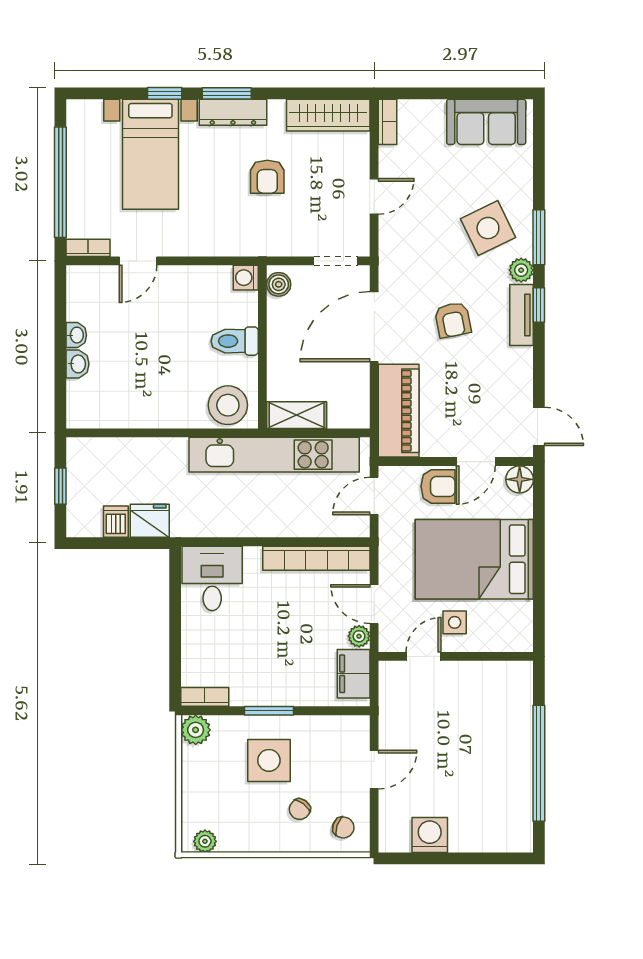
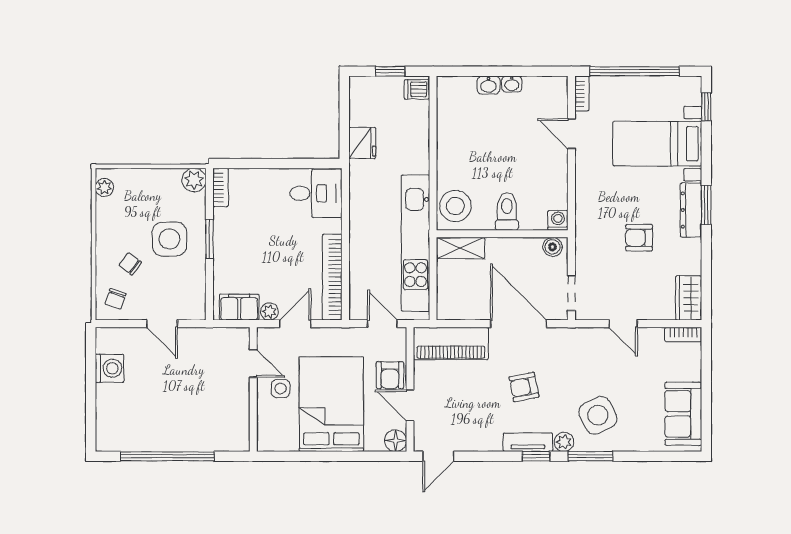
window: (165, 93) -> (706, 107), moved
wardrobe: (328, 115) -> (689, 298), width x0.67
shelving: (297, 415) -> (461, 248), moved, turned 90
dishwasher: (116, 522) -> (417, 89), moved, turned 180

